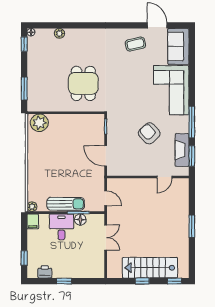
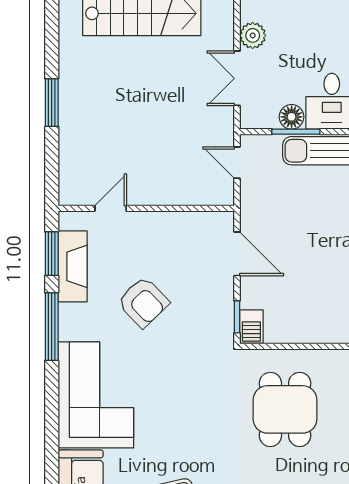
barbecue: (99, 122) -> (251, 327), added
plant: (98, 257) -> (253, 35), added

